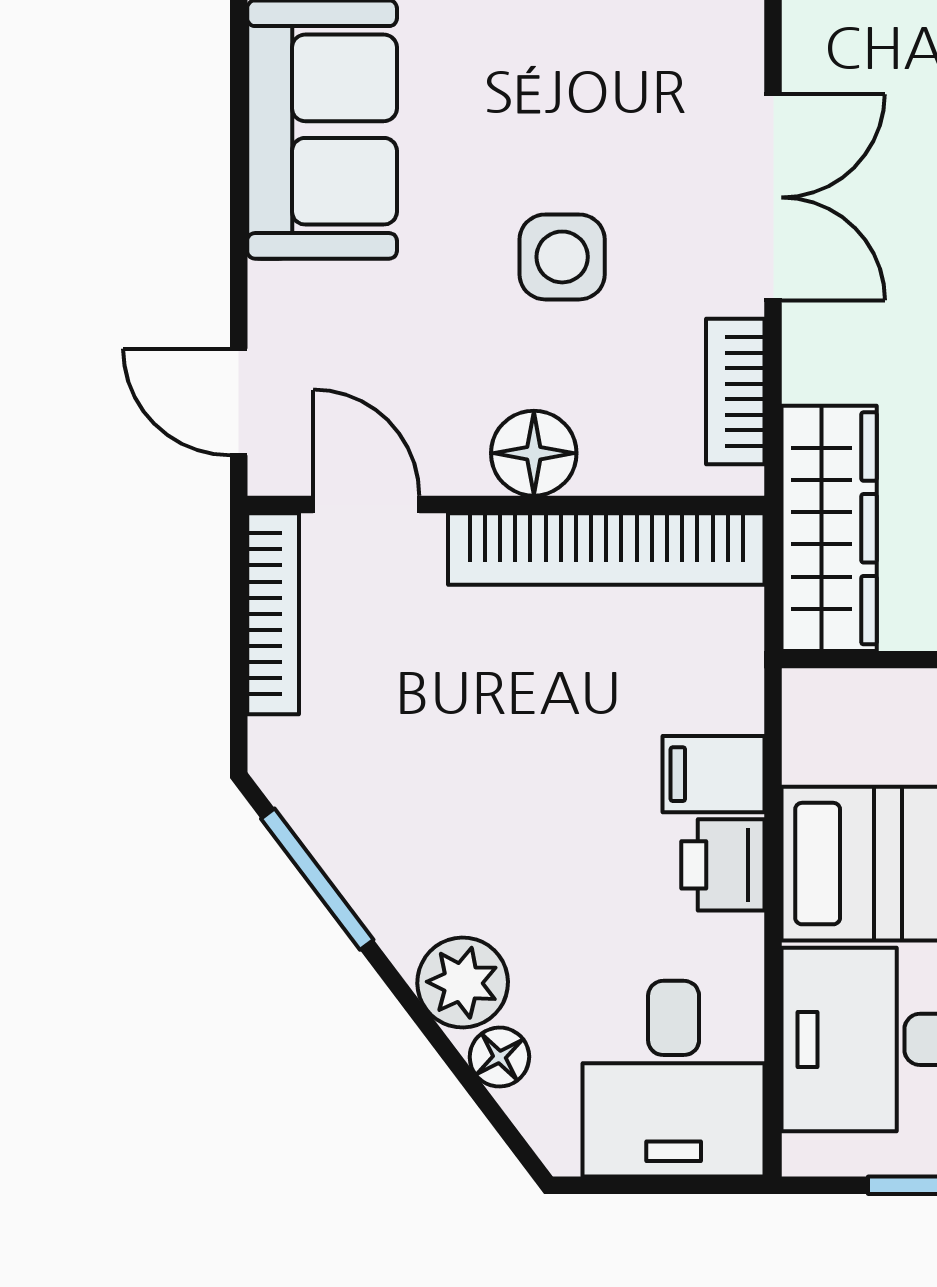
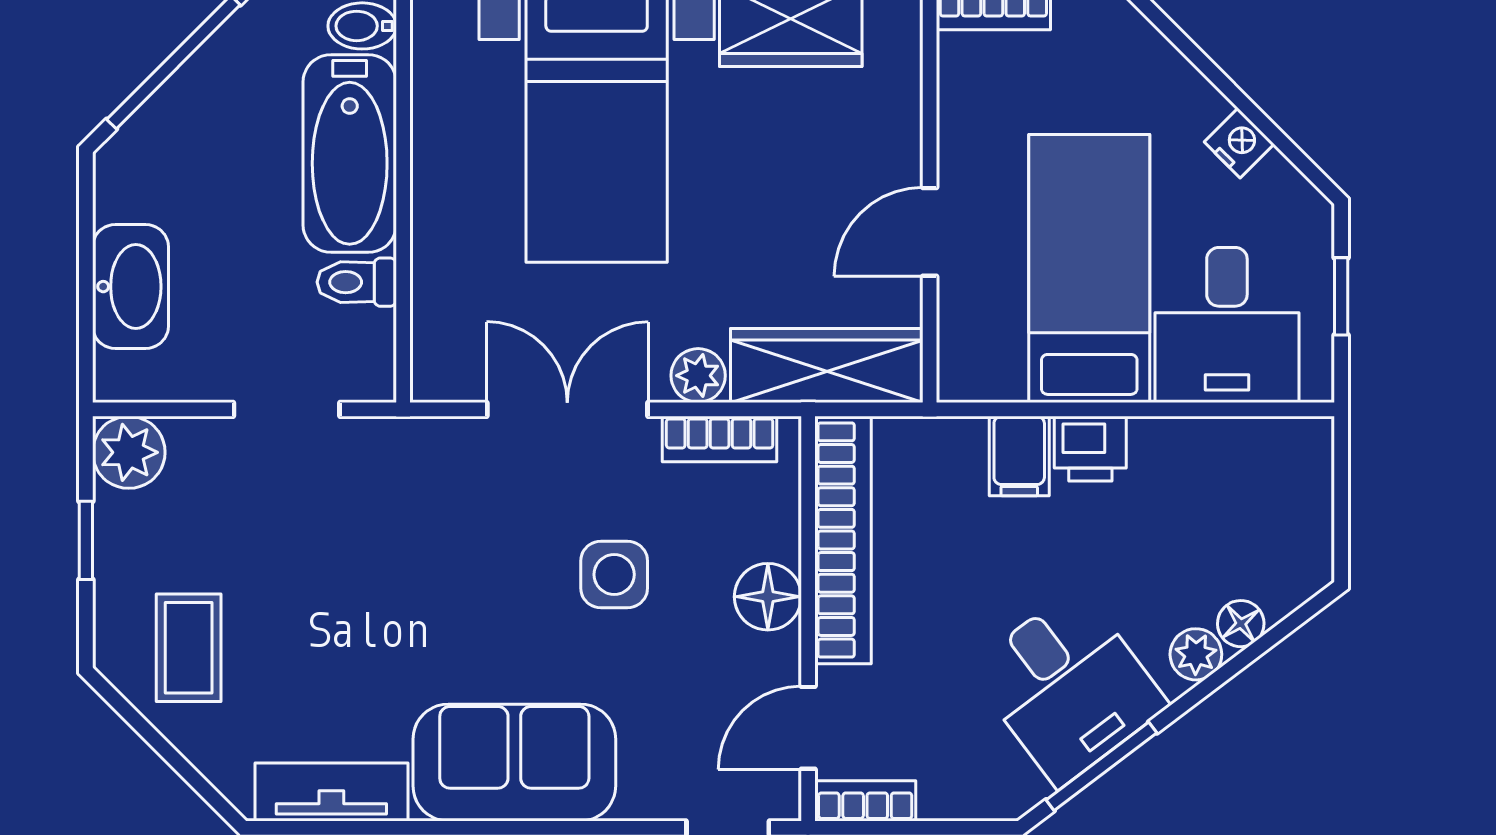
plant: (816, 364) -> (698, 376), added
bookcase: (273, 614) -> (865, 801), width x0.64
plant: (463, 983) -> (1196, 654), width x0.73, depth x0.73
desk: (674, 1079) -> (1068, 687), moved, turned 53

